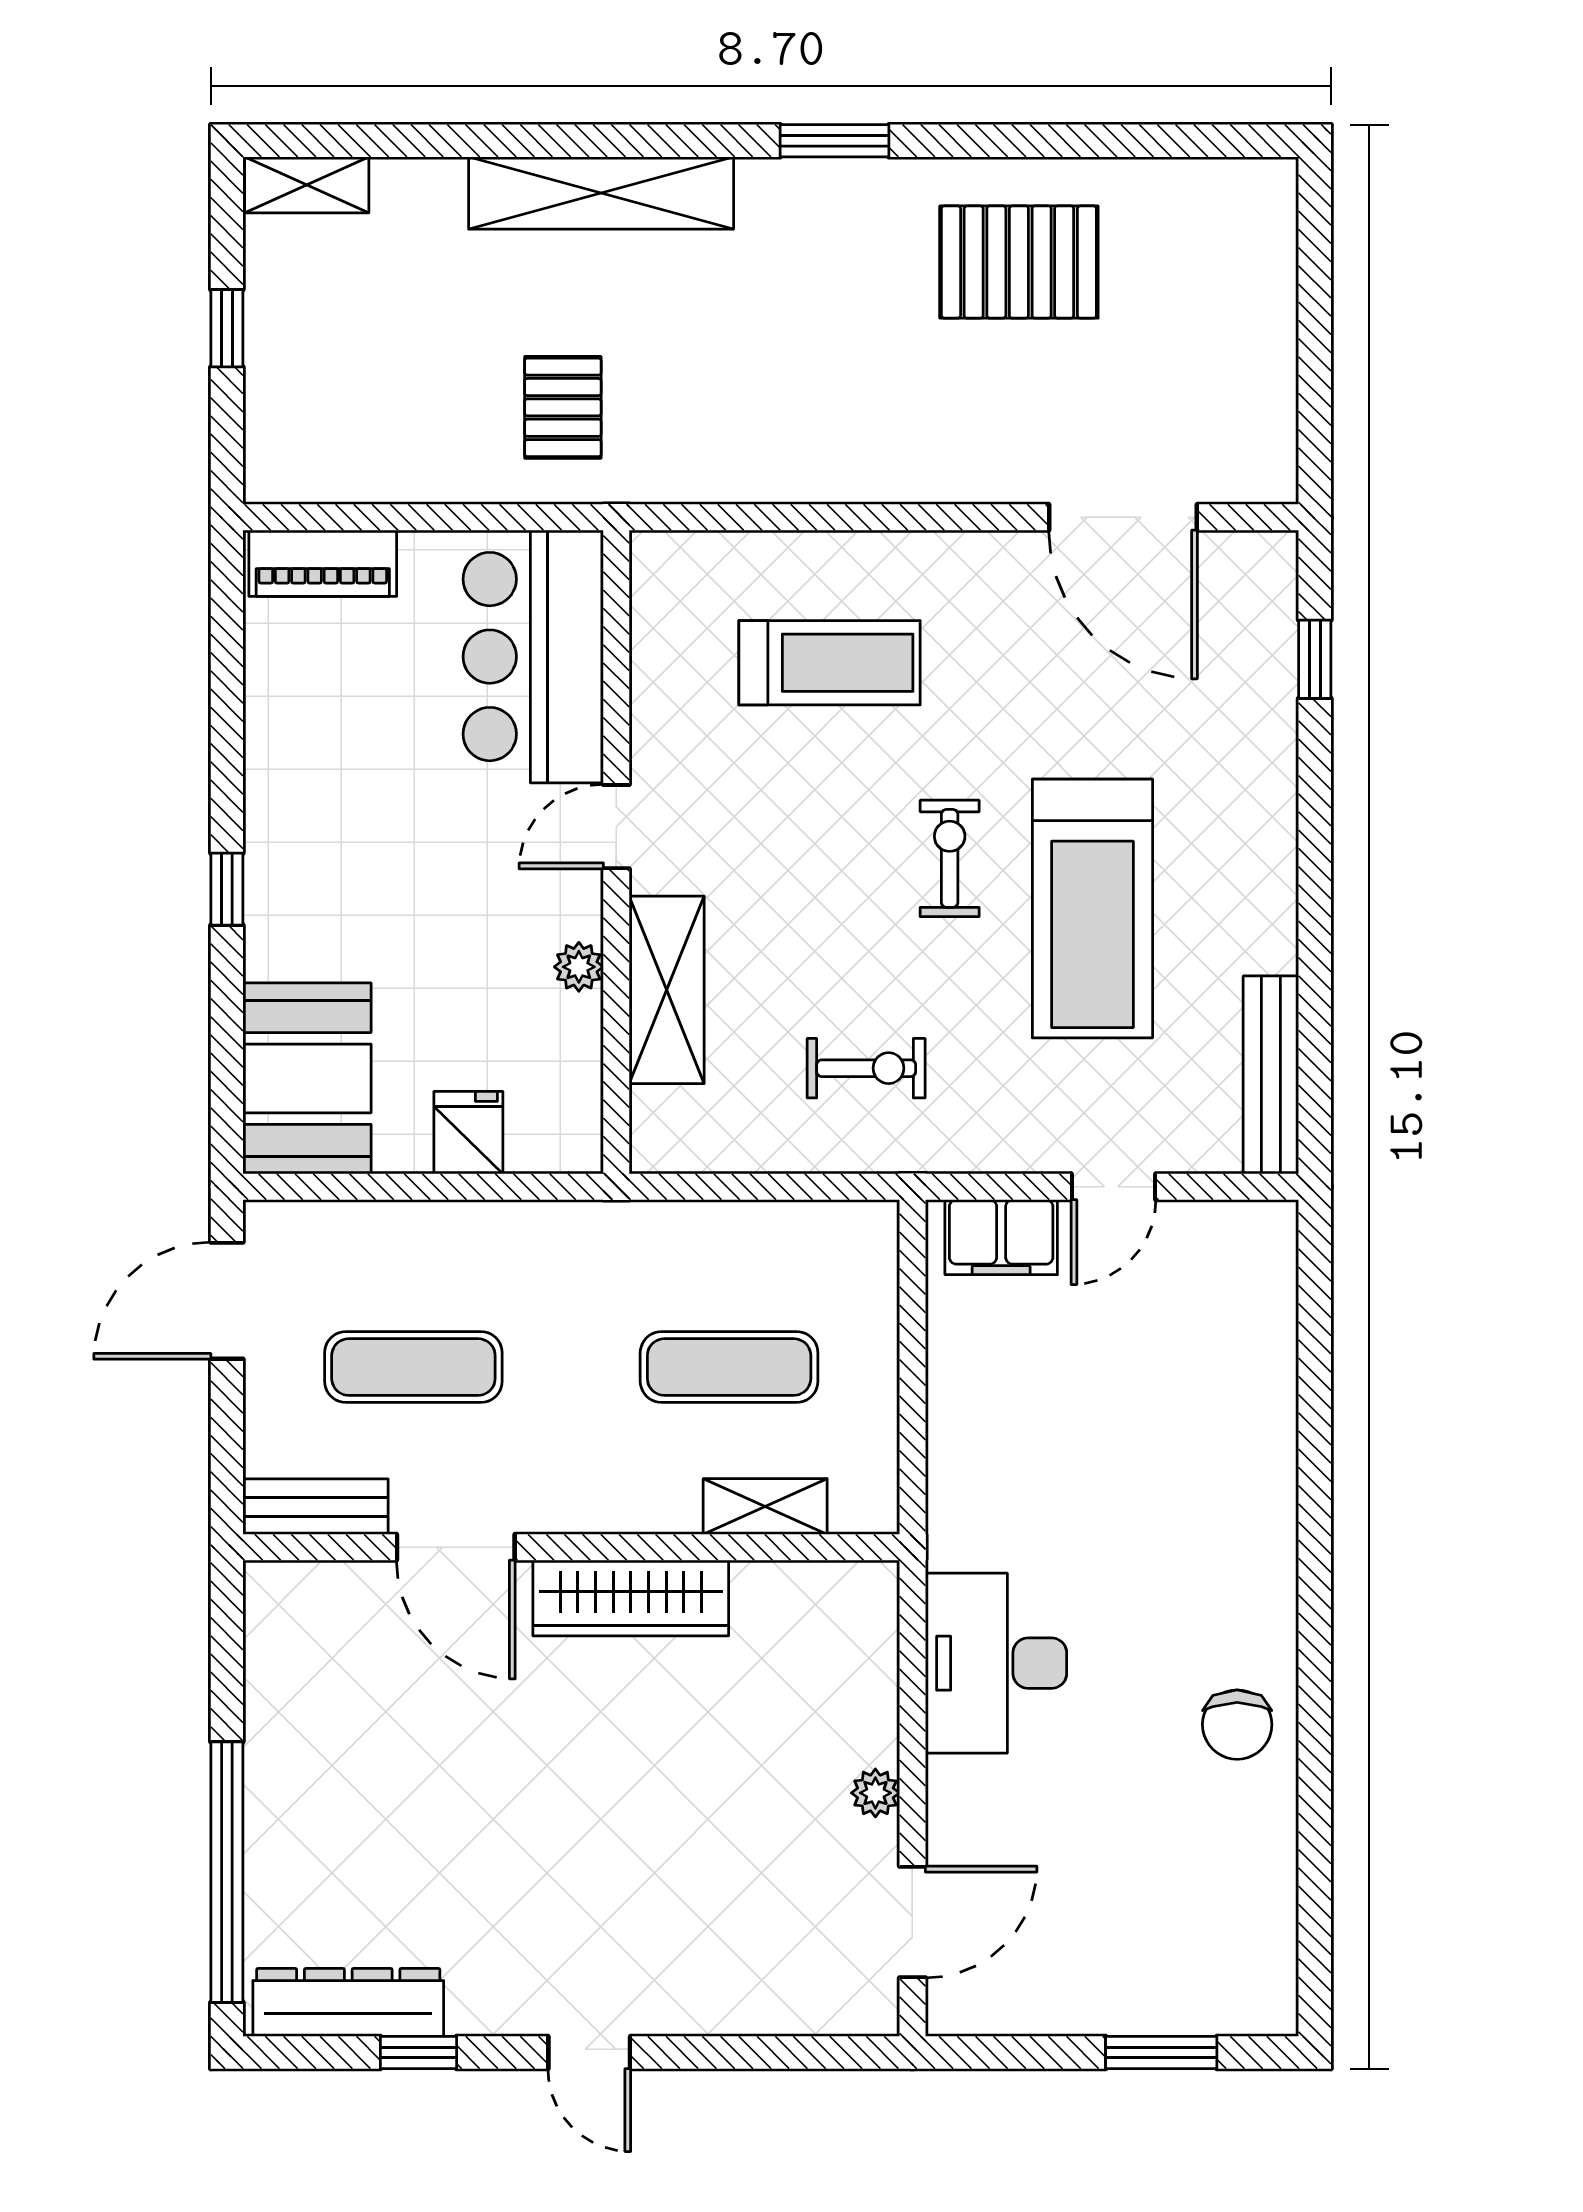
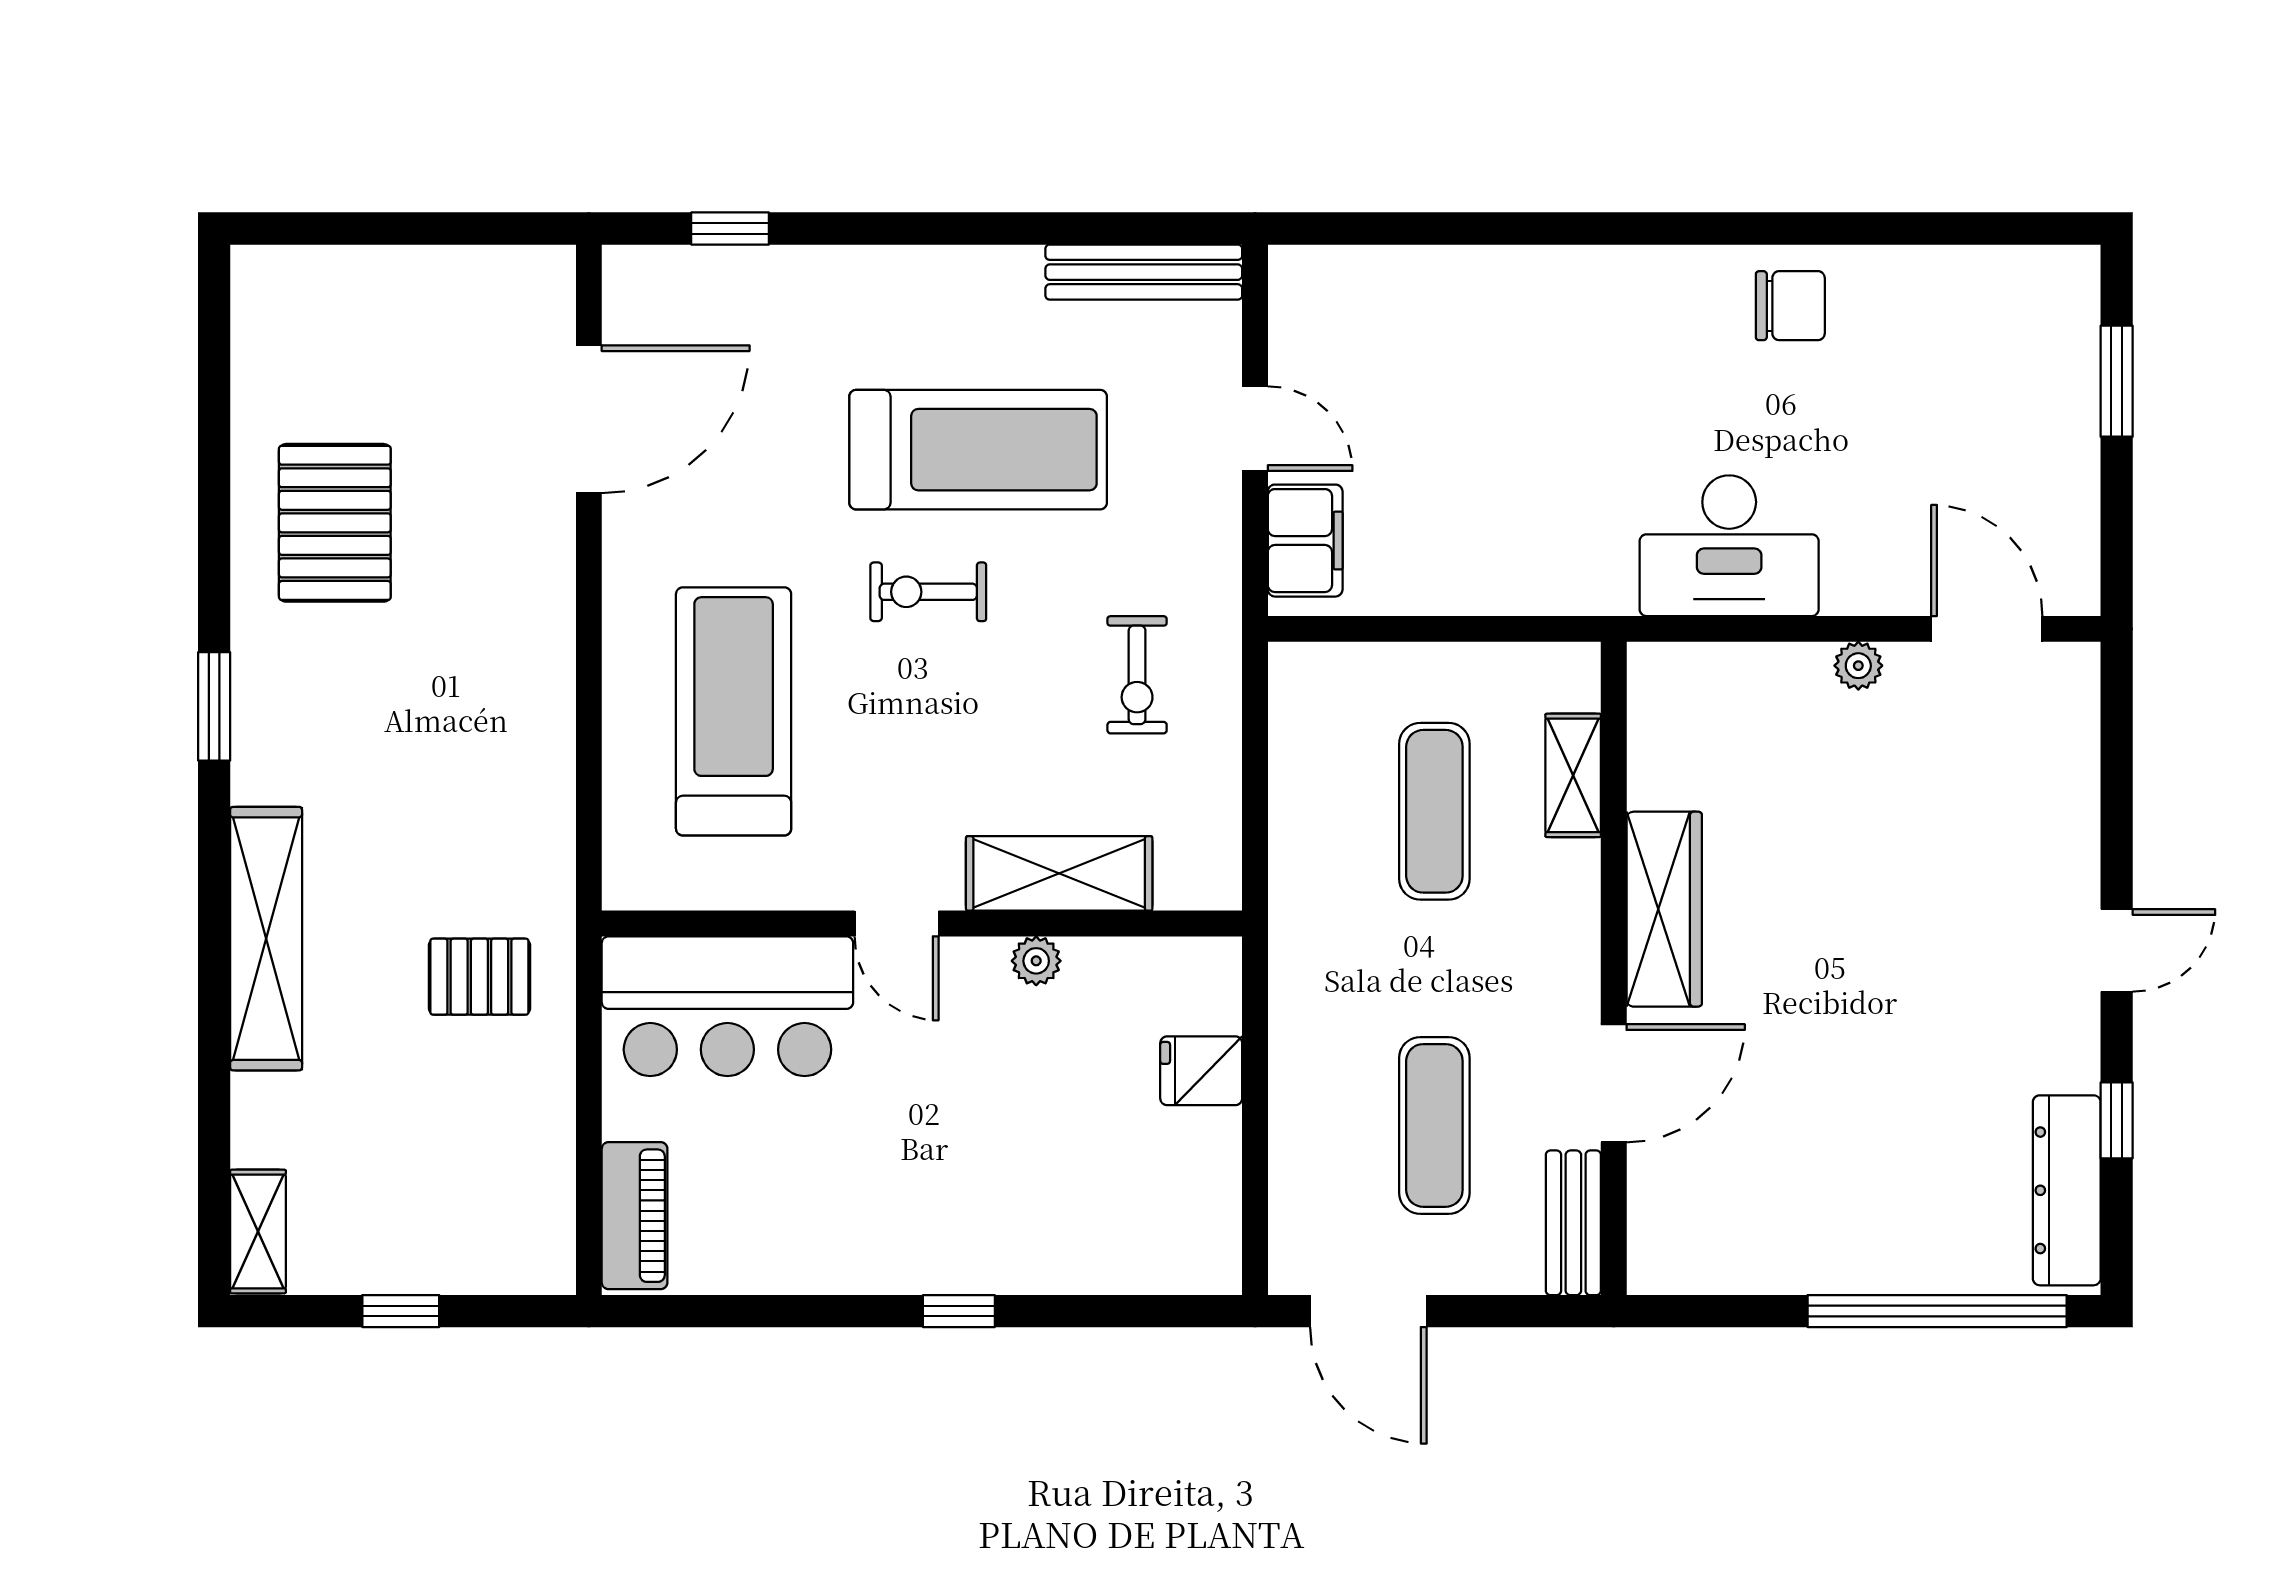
treadmill: (830, 663) -> (734, 711), width x1.37, depth x1.38
exercise bike: (866, 1068) -> (1137, 675), turned 180
booth: (307, 1078) -> (1147, 1231), removed

